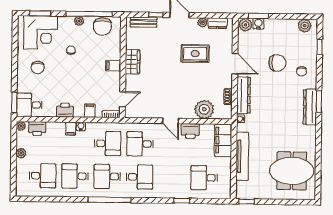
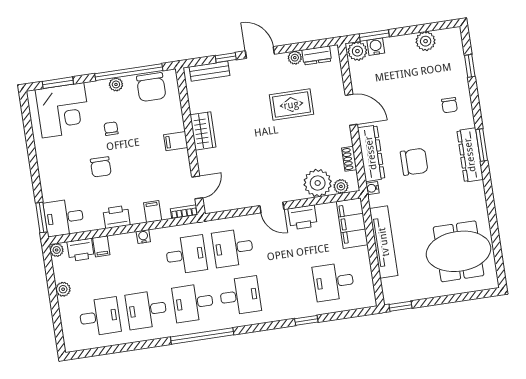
plant: (305, 26) -> (426, 41), moved
chair: (277, 63) -> (414, 162), moved
chair: (38, 68) -> (101, 167), moved
plant: (220, 114) -> (341, 186), added
filing cabinet: (71, 129) -> (101, 246), moved

